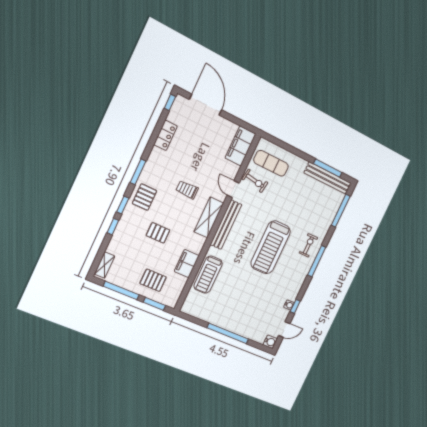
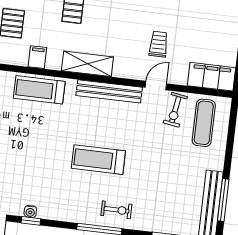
trolley: (187, 190) -> (159, 44), moved
shelving: (209, 217) -> (87, 64), moved
treadmill: (271, 247) -> (98, 160), width x0.73, depth x0.73
filing cabinet: (187, 263) -> (37, 57), width x0.50

